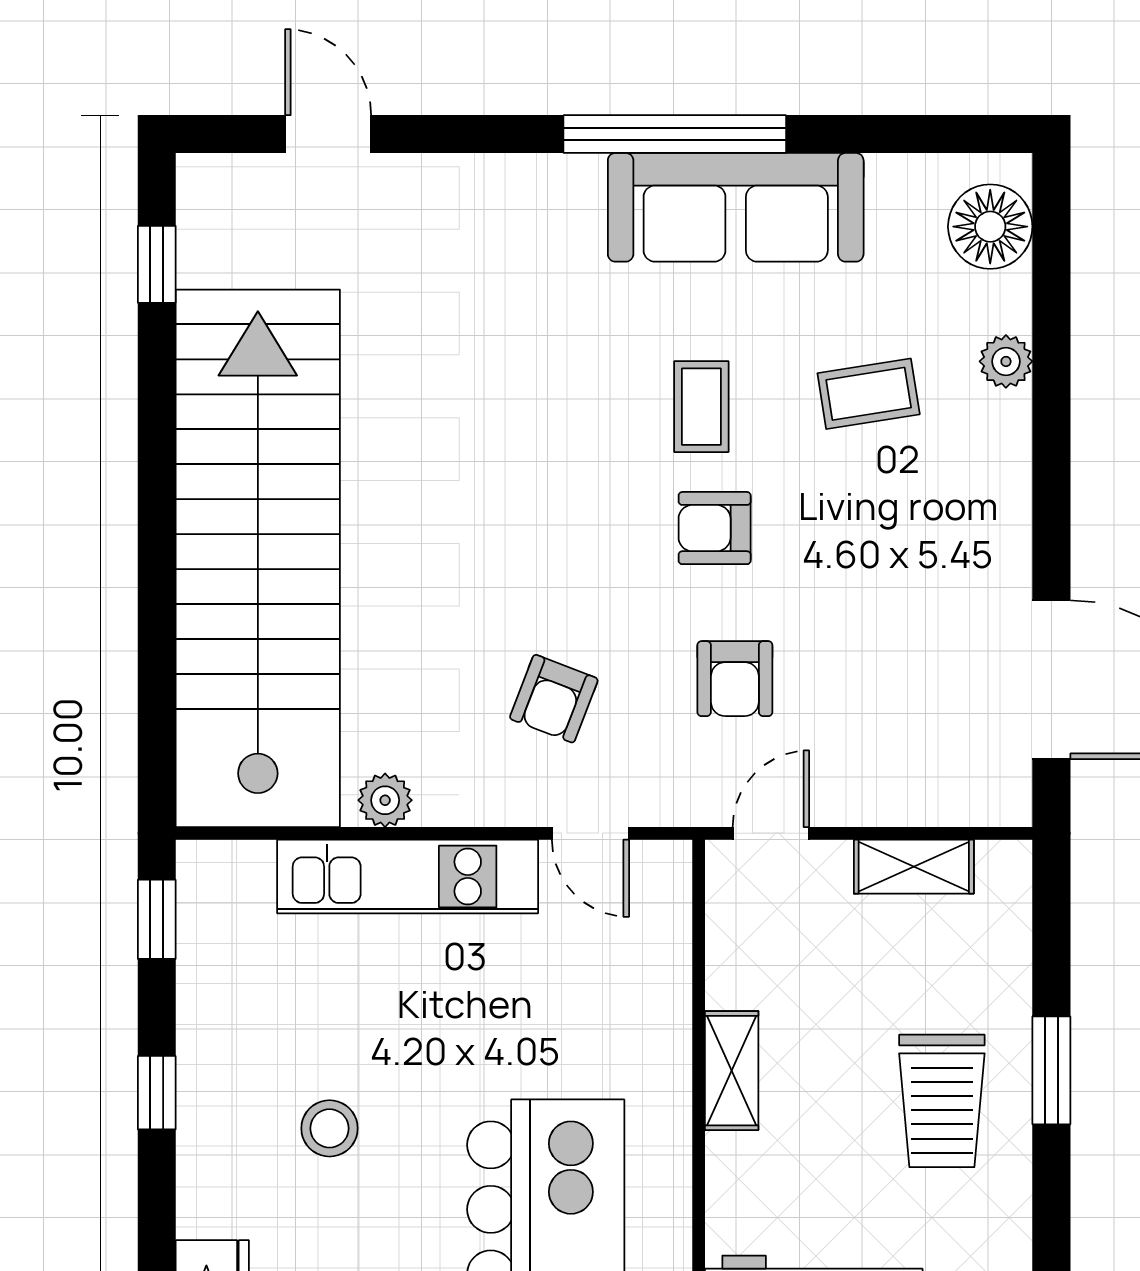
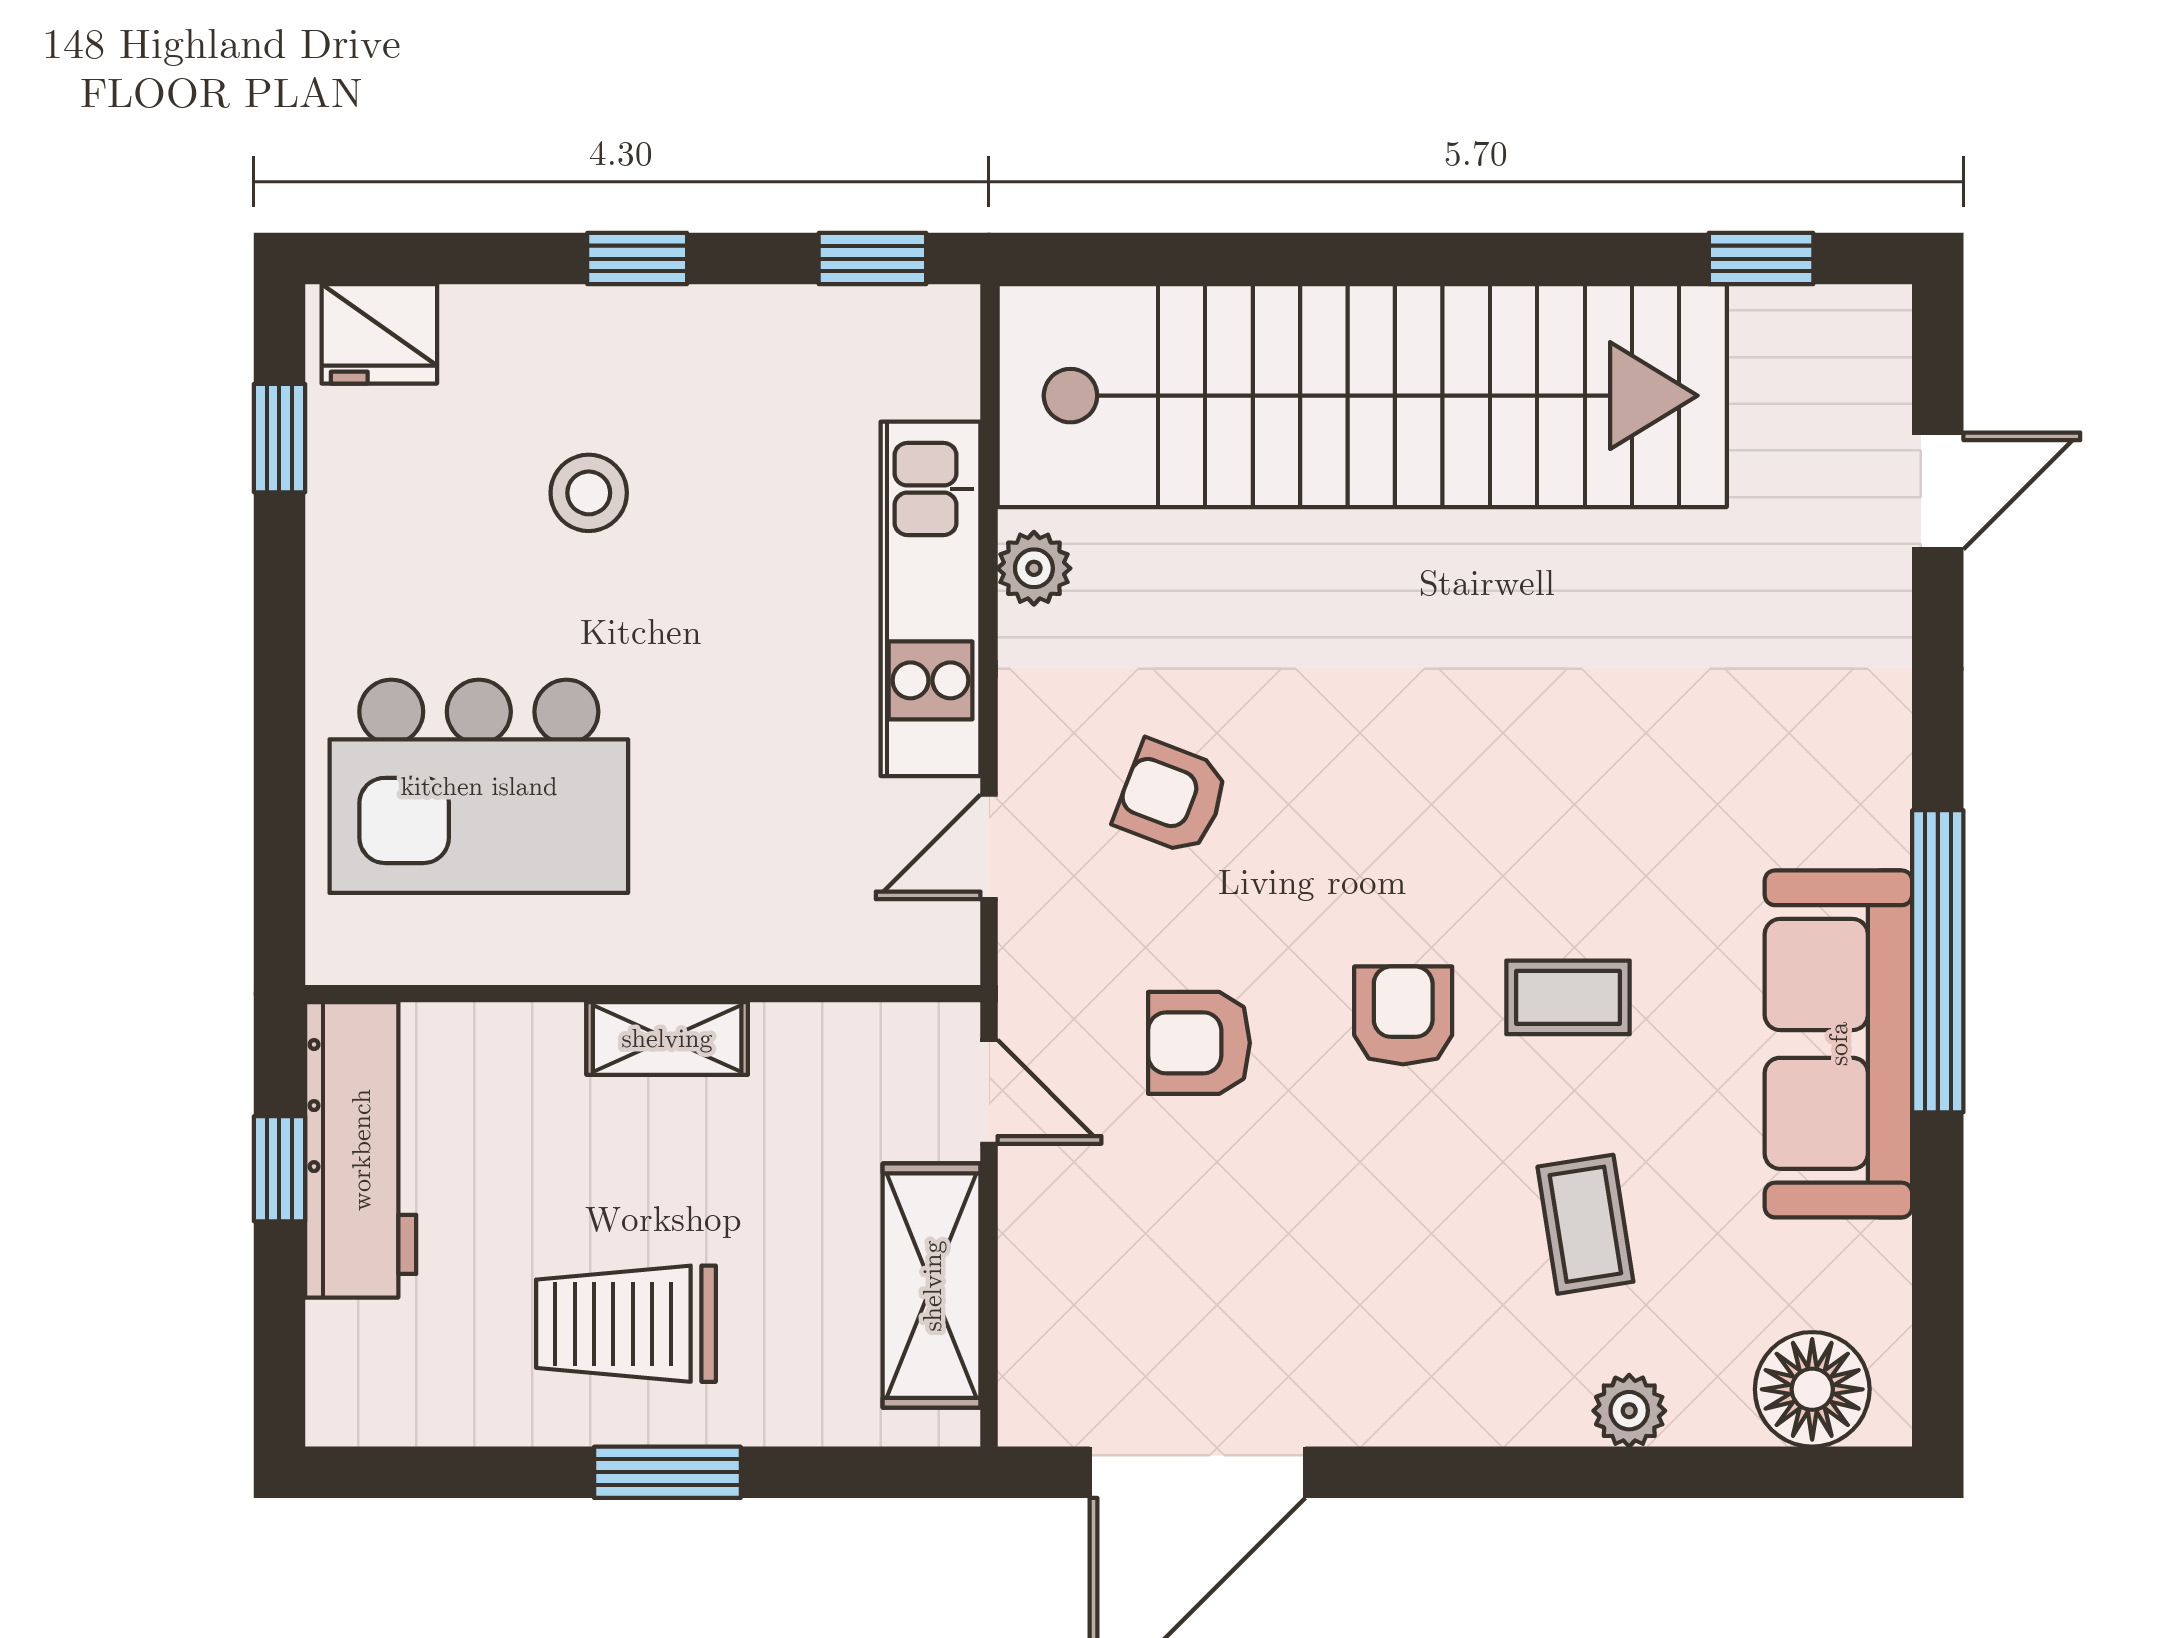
shelving: (914, 867) -> (932, 1286), width x1.50, depth x1.33

